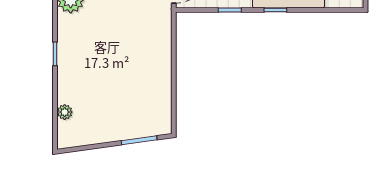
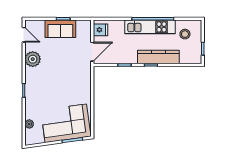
corner sofa: (128, 111) -> (66, 123), added

